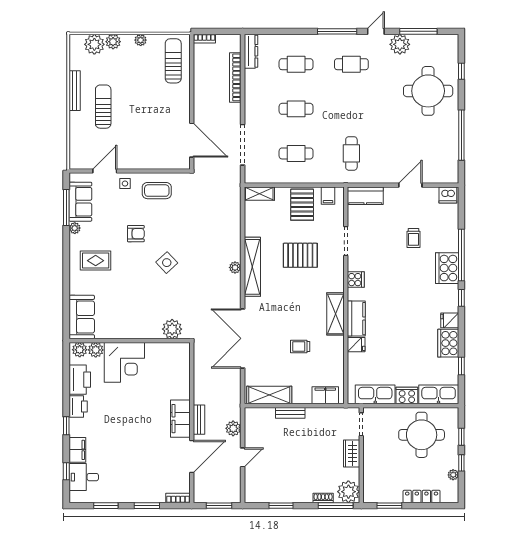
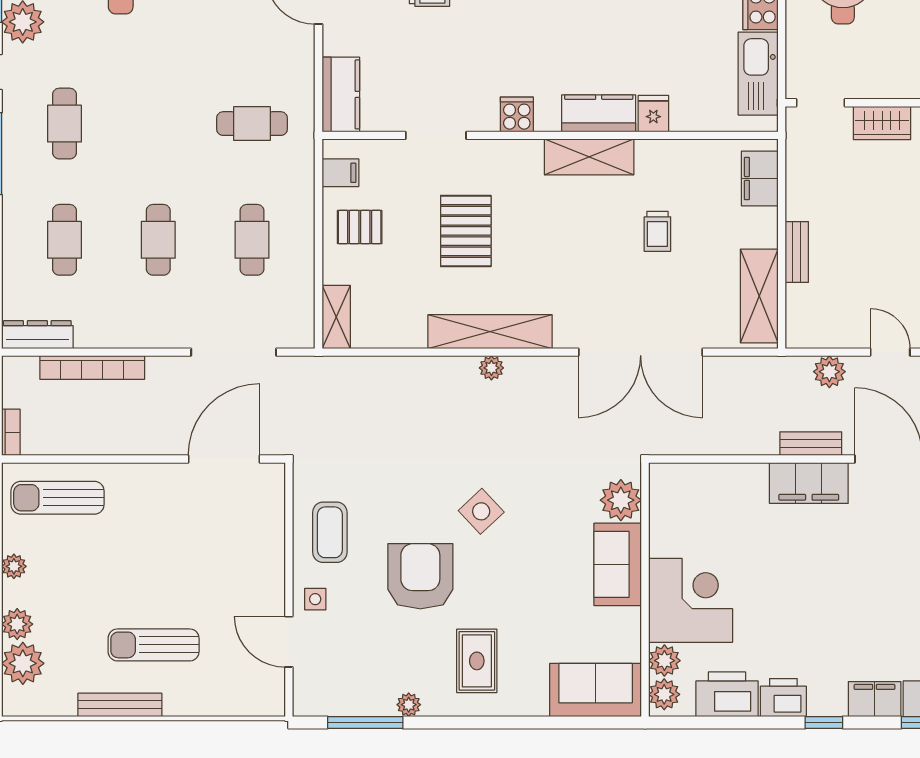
sofa: (80, 202) -> (618, 564), moved, turned -90
pallet: (302, 205) -> (360, 227), width x0.67, depth x0.71
armchair: (136, 234) -> (420, 576), width x1.88, depth x1.88

